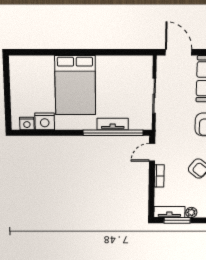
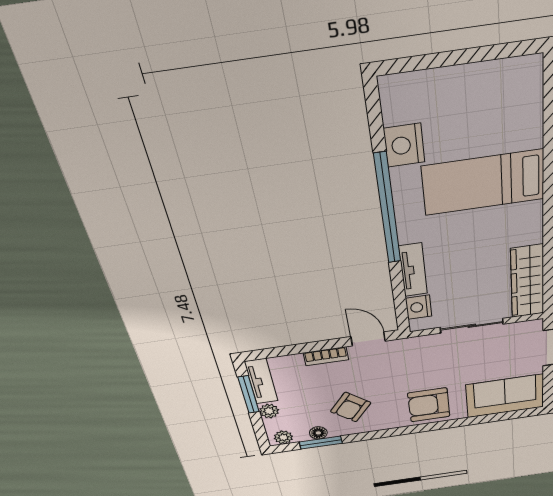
wardrobe: (130, 64) -> (527, 282), added
bed: (75, 85) -> (483, 183), width x0.67
nightstand: (27, 124) -> (419, 307), moved
window: (113, 133) -> (387, 209), moved

